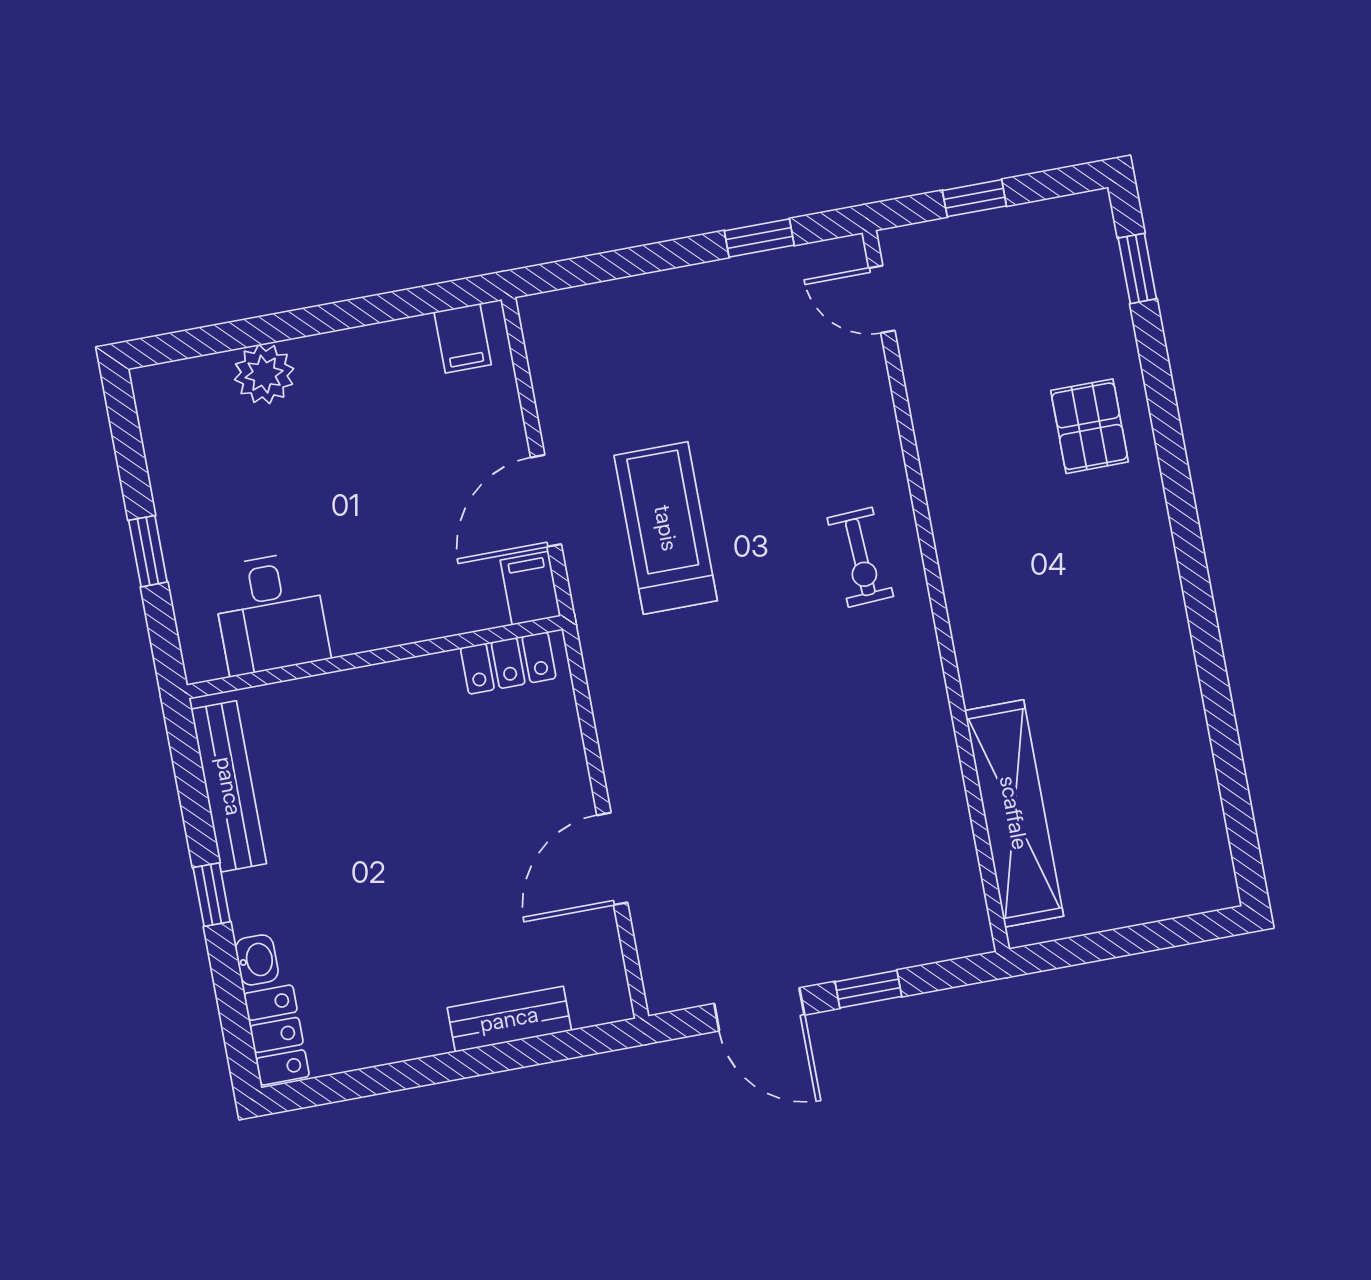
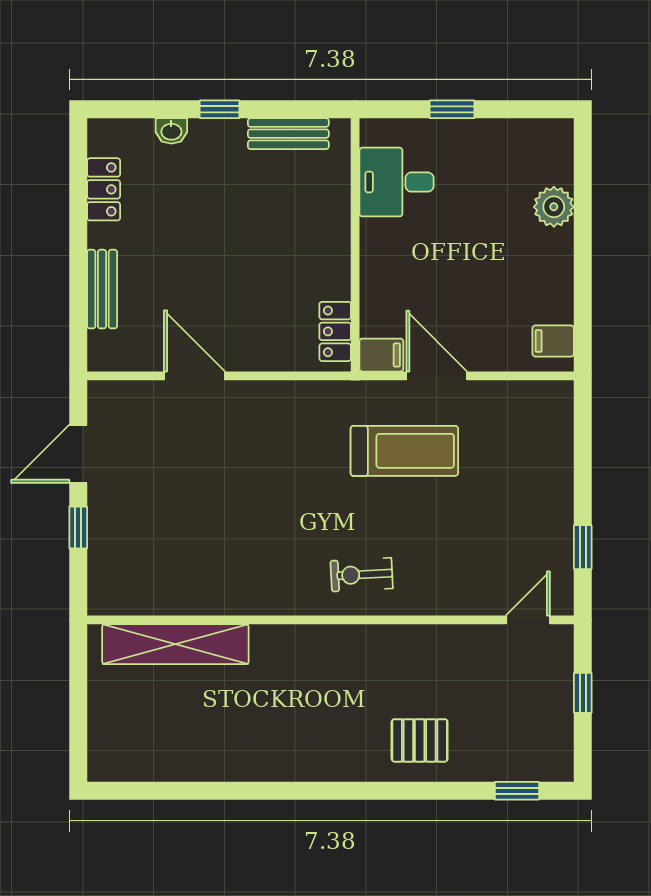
bench: (229, 786) -> (288, 134), width x0.73
locker: (277, 1035) -> (104, 189), moved, turned -90

